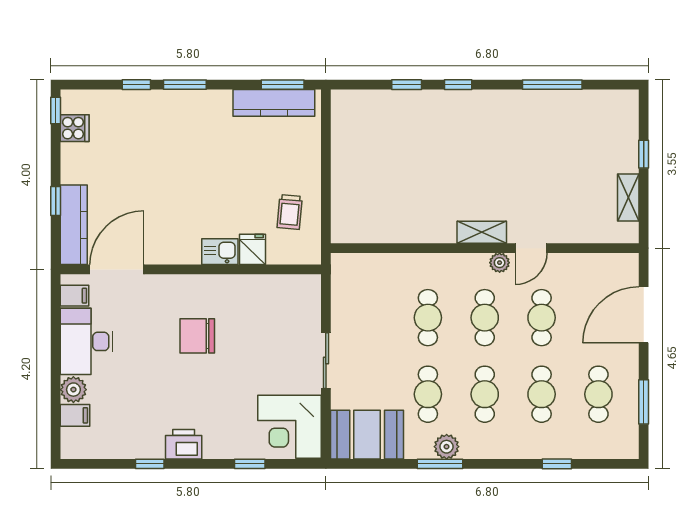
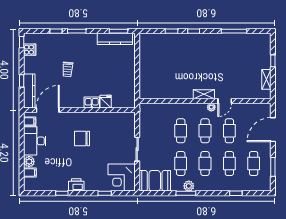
trolley: (290, 212) -> (68, 69), moved

